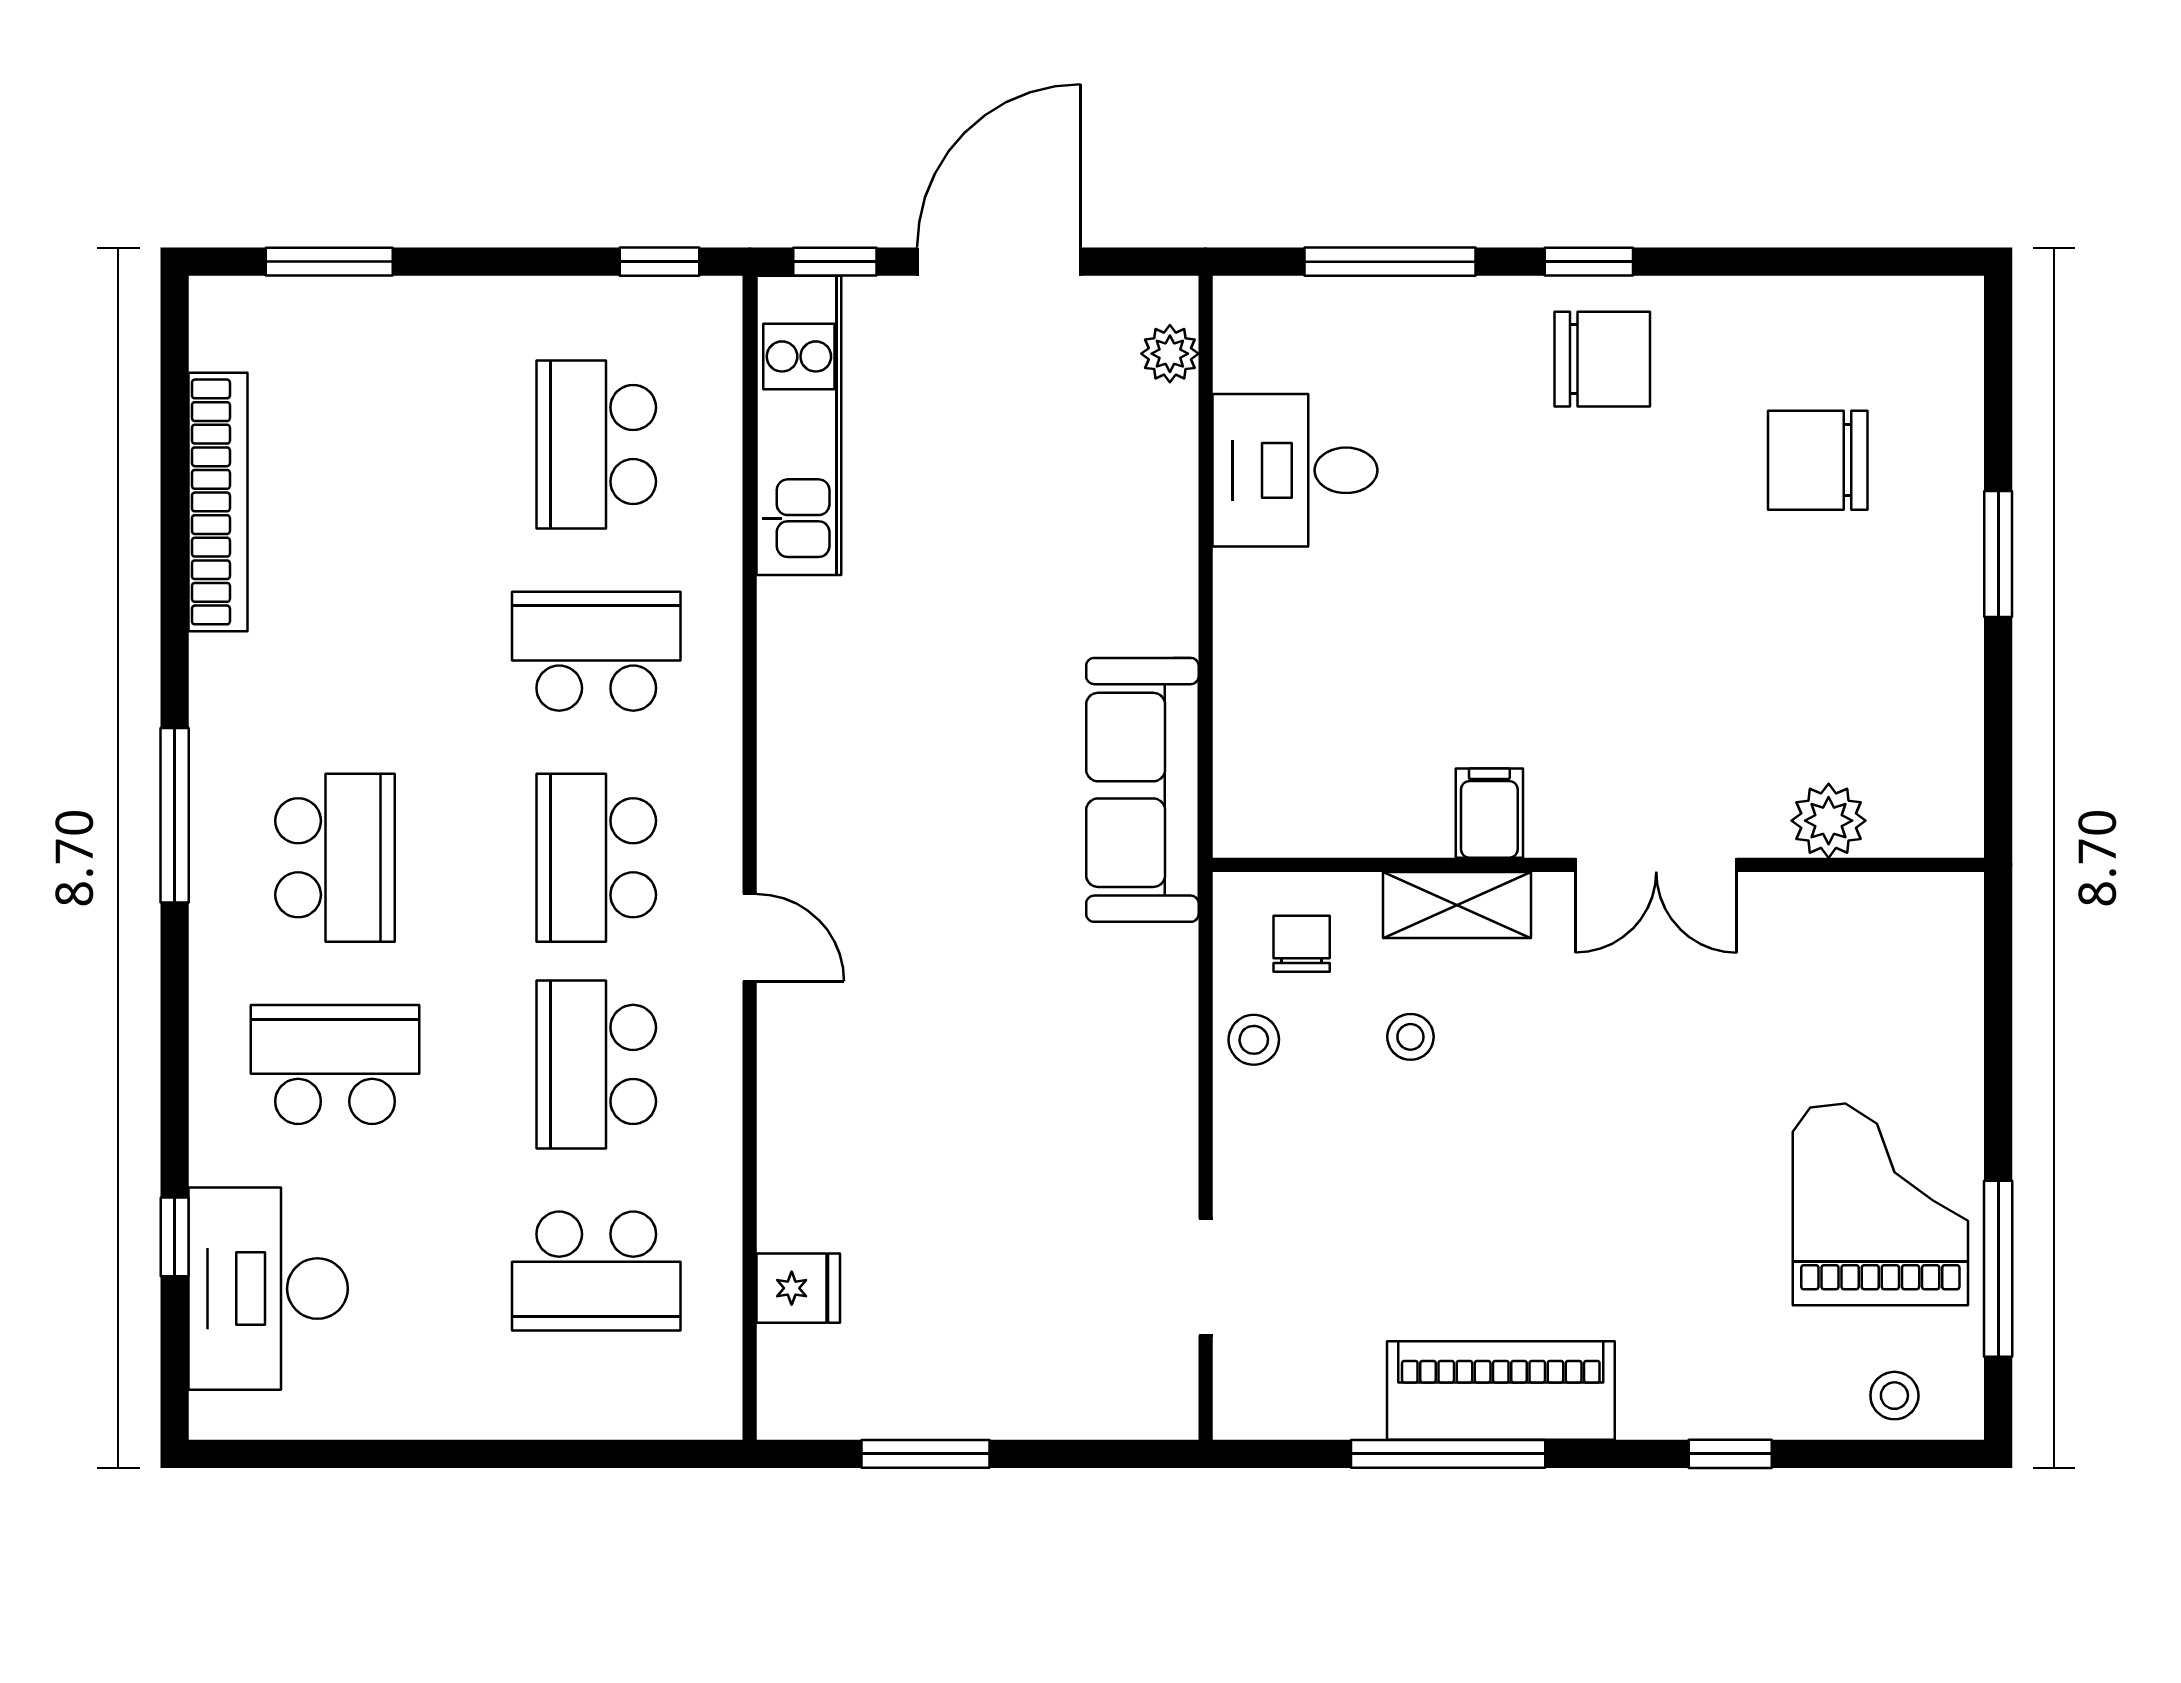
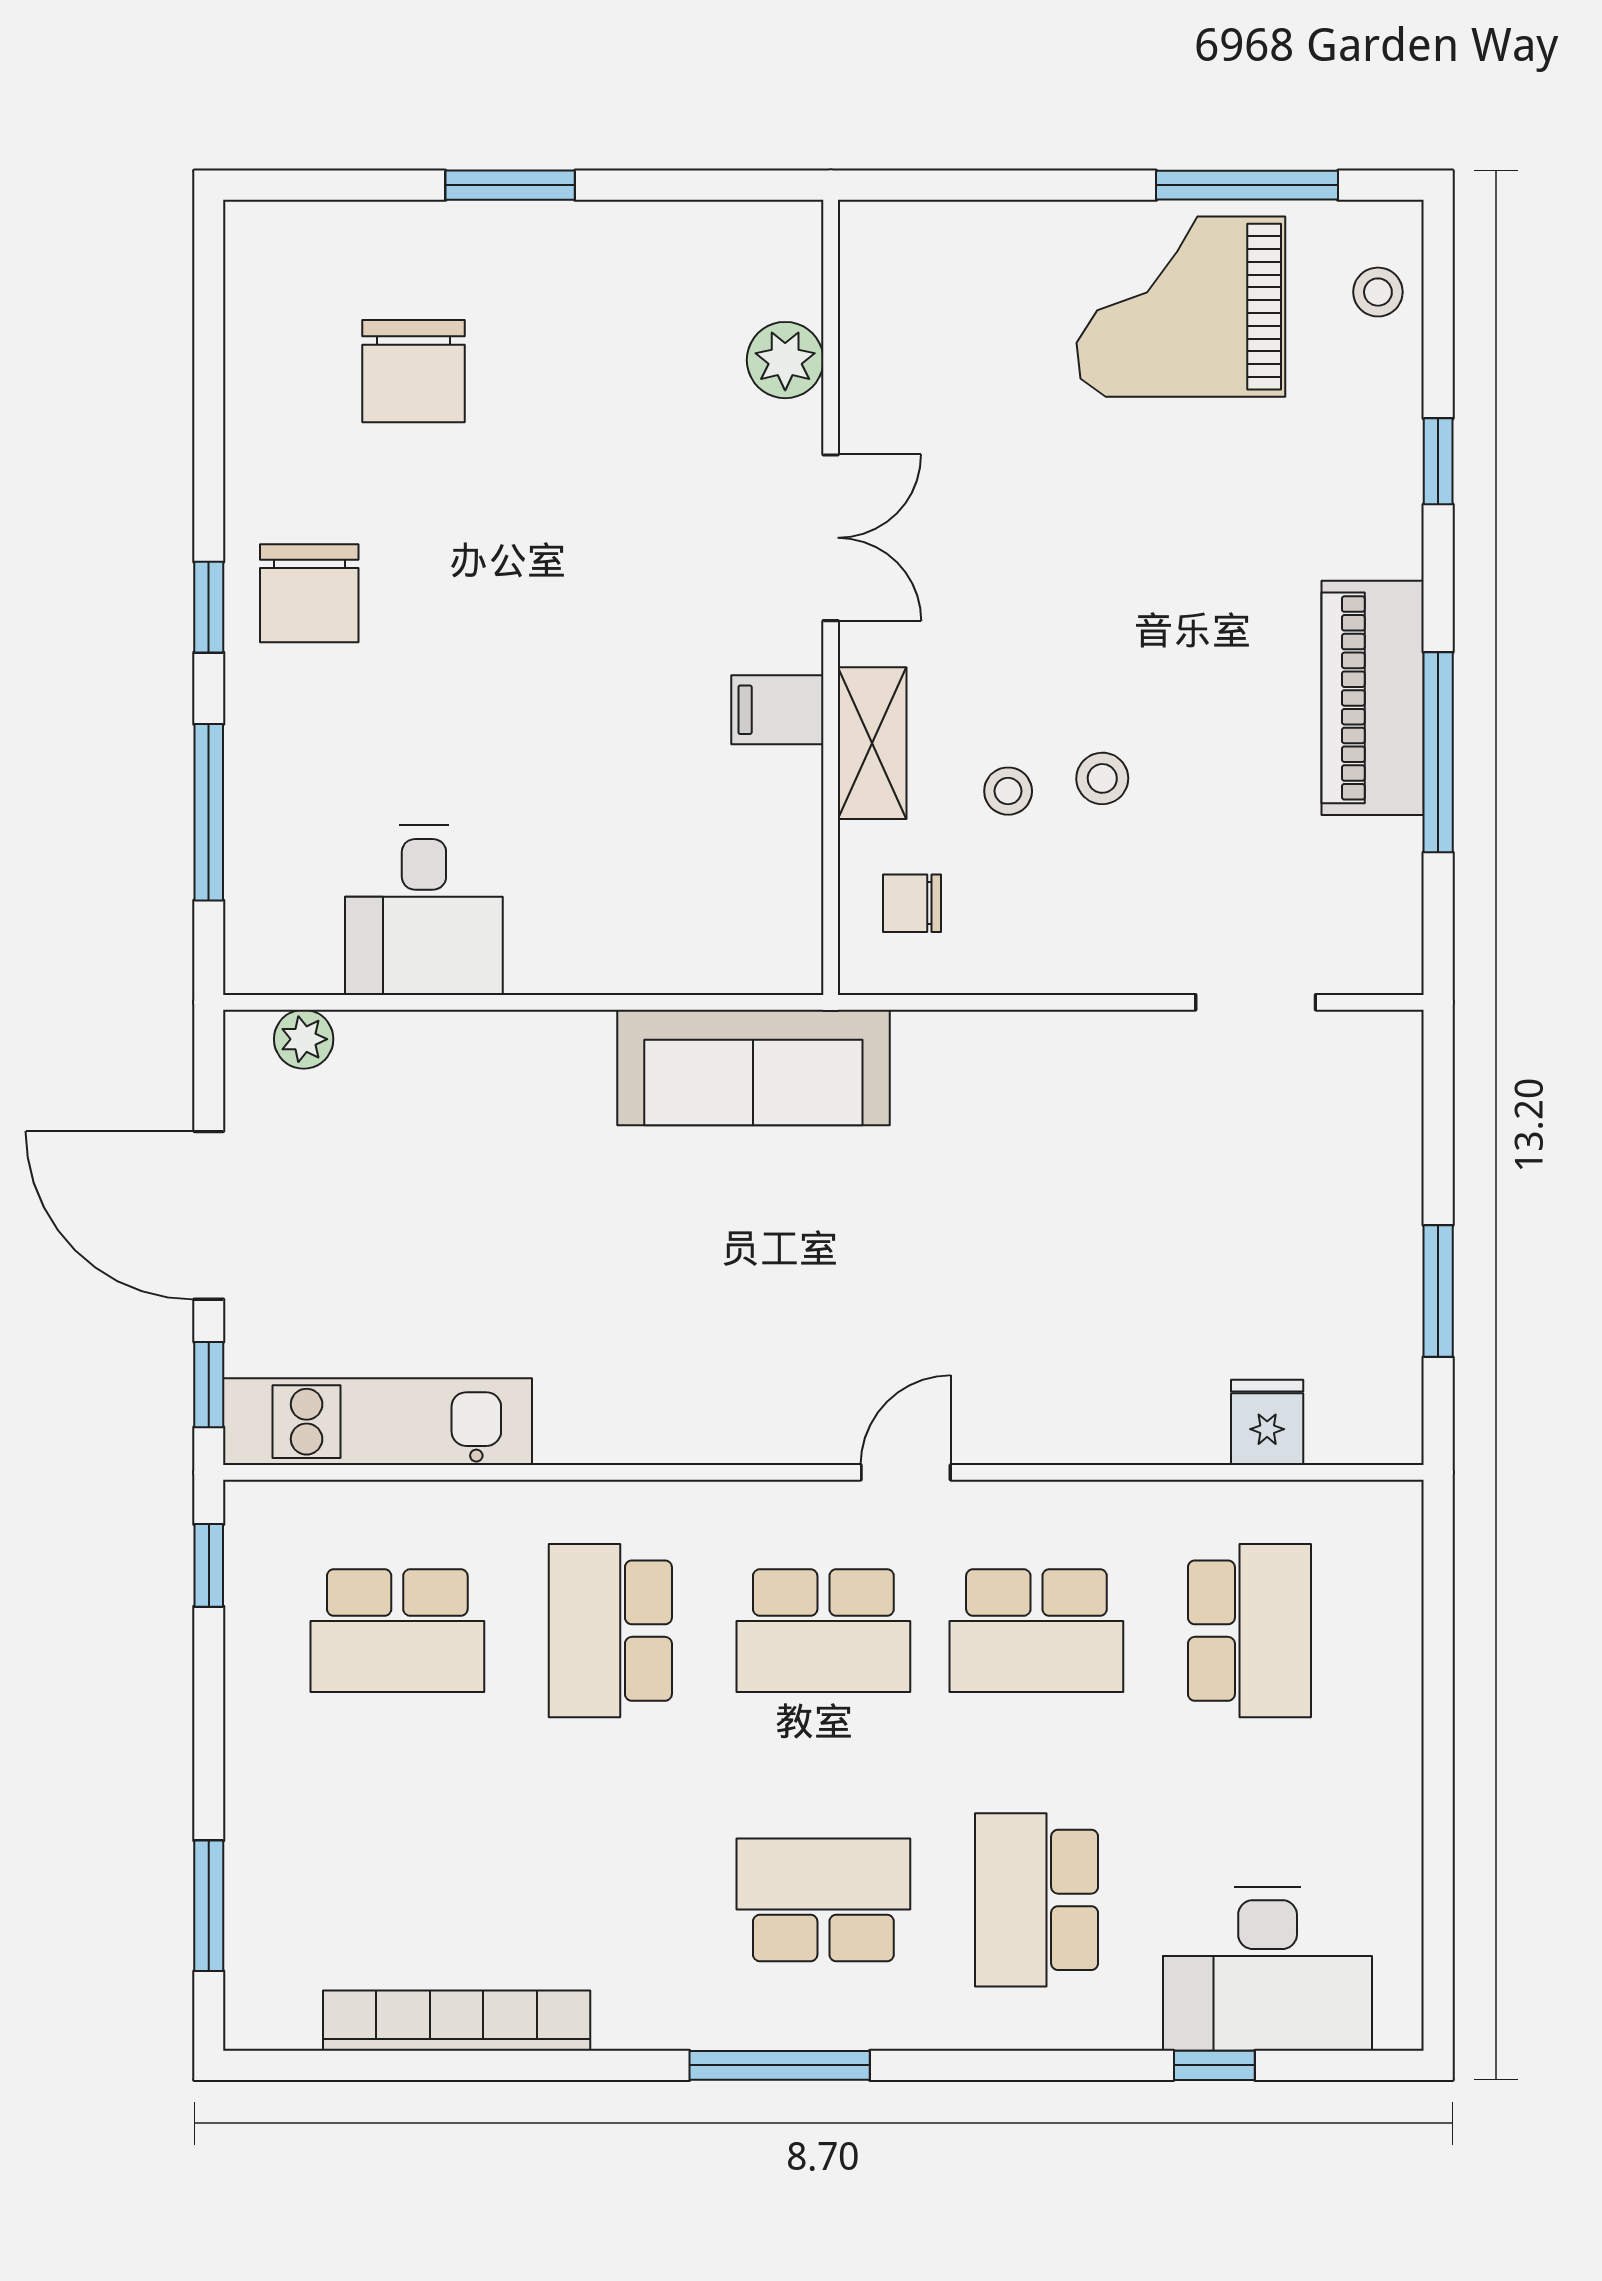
chair: (1602, 359) -> (309, 593), turned 180
stool: (1254, 1040) -> (1102, 778), moved

